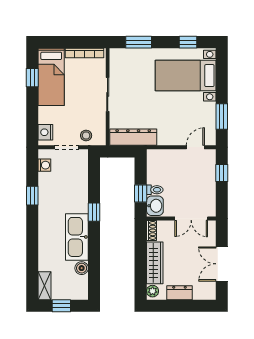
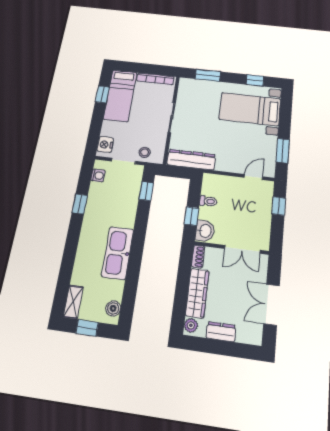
toilet: (155, 190) -> (208, 201), moved
window: (94, 212) -> (146, 191), moved
boiler: (82, 268) -> (113, 308), moved

